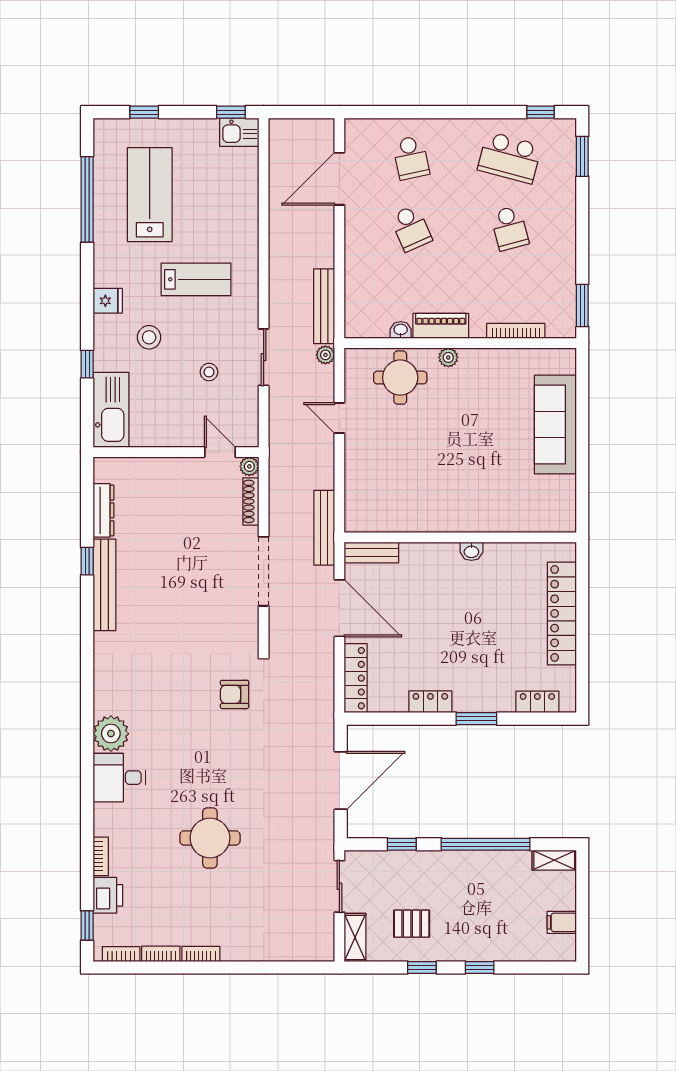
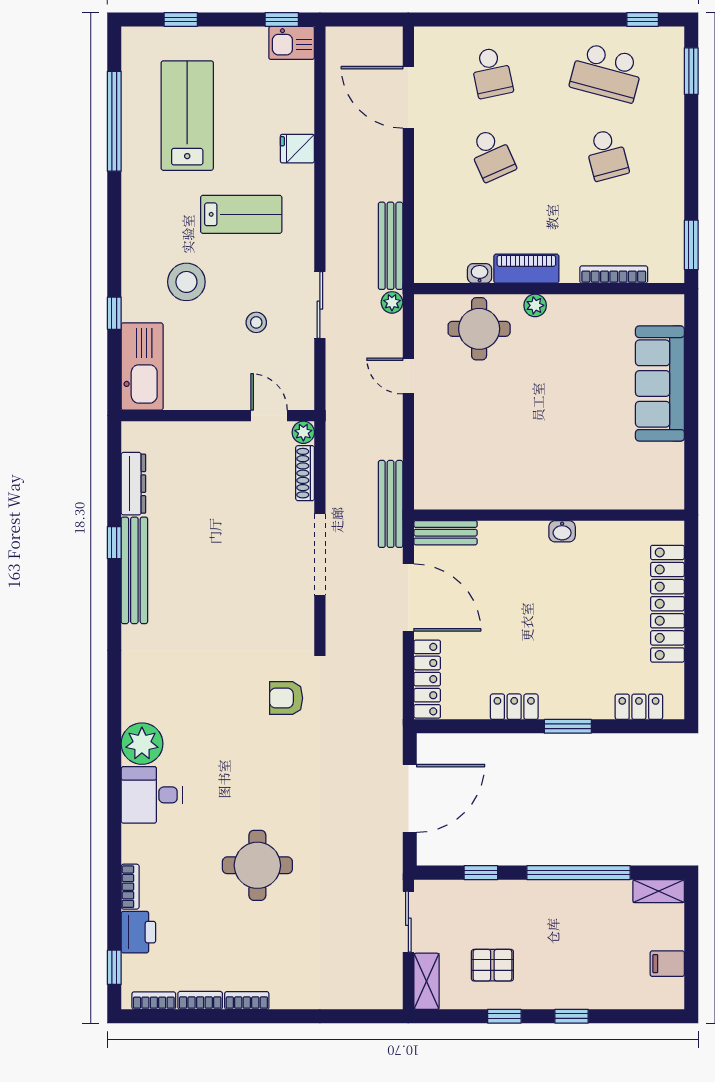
door: (339, 179) -> (408, 97), hinge flipped
fridge: (108, 301) -> (297, 149), moved, turned 180
stool: (149, 337) -> (186, 282), width x1.38, depth x1.38

